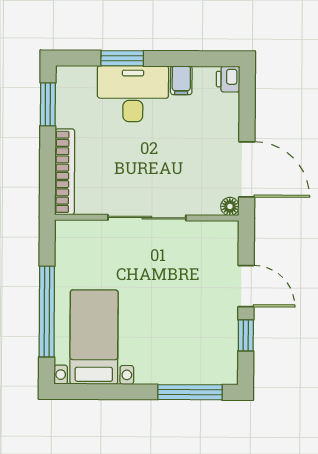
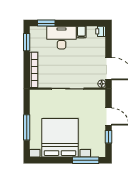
window: (122, 58) -> (46, 23), moved
window: (47, 312) -> (27, 127), width x0.68
bed with nightstands: (94, 337) -> (60, 138), width x1.85

